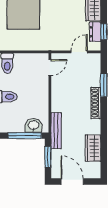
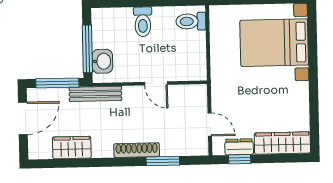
door: (50, 68) -> (156, 83), moved
window: (48, 157) -> (57, 83), width x1.44

